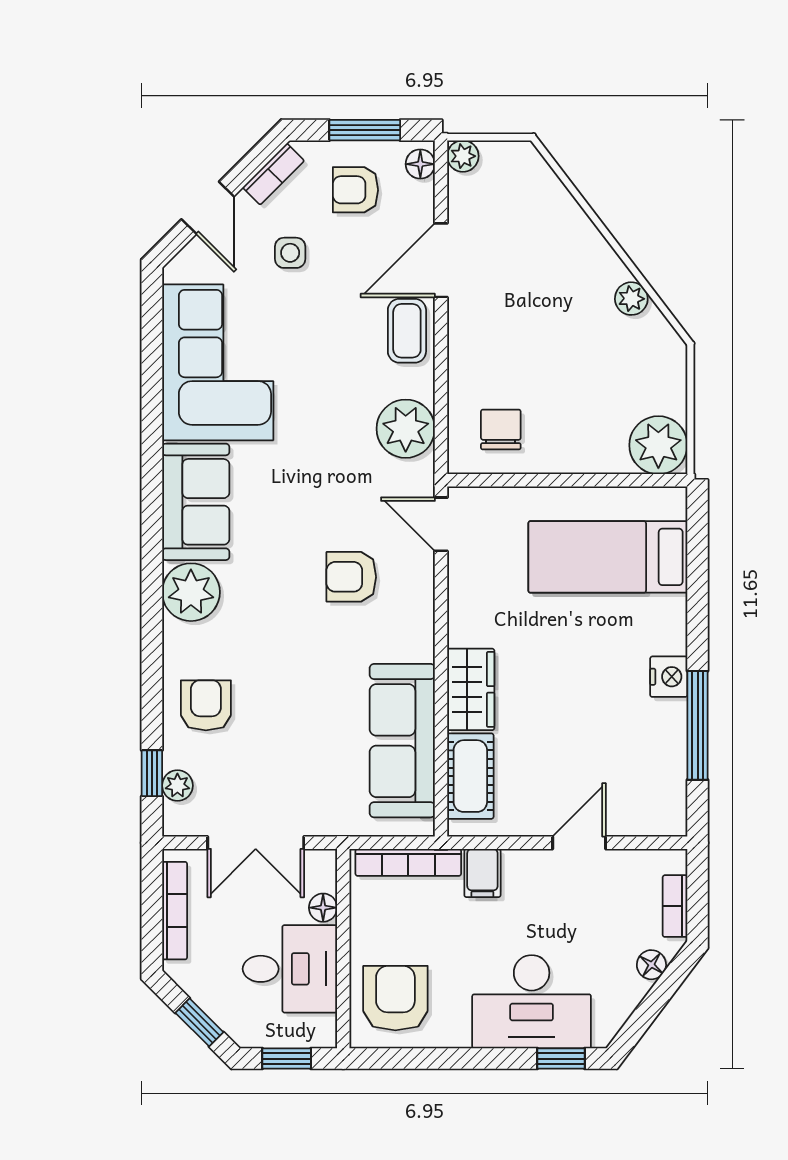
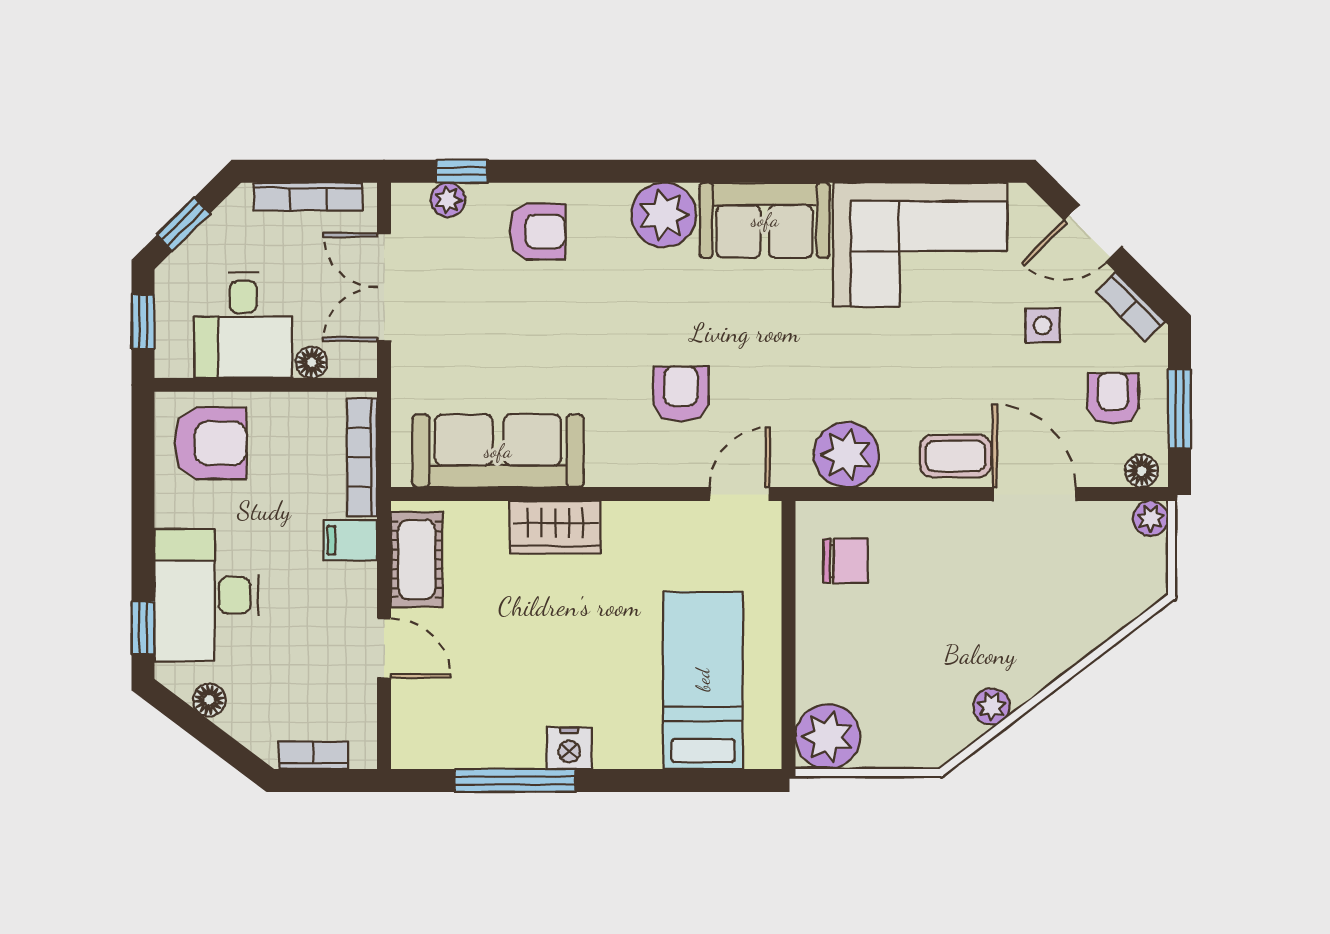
cot: (470, 776) -> (417, 559), moved, turned 90
floor lamp: (651, 965) -> (209, 700), moved

